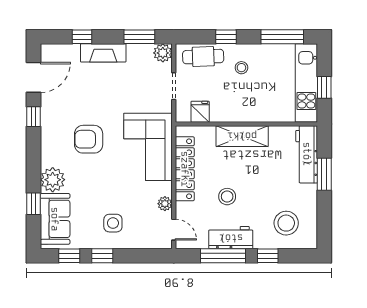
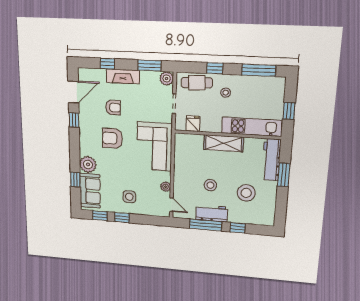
kitchen unit: (306, 83) -> (252, 127), moved, turned 90
armchair: (90, 96) -> (113, 107), added
locker: (185, 169) -> (180, 164), removed
stool: (286, 223) -> (246, 193), moved

